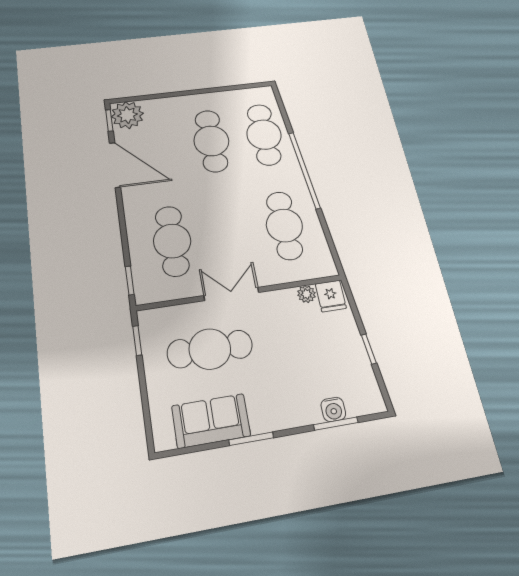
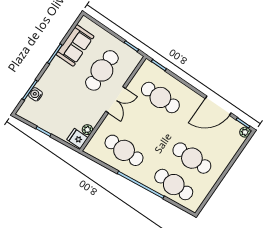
plant: (127, 115) -> (245, 132), width x0.53, depth x0.53

